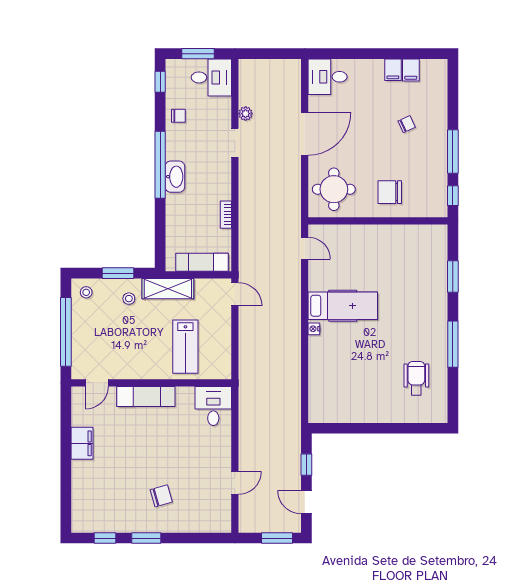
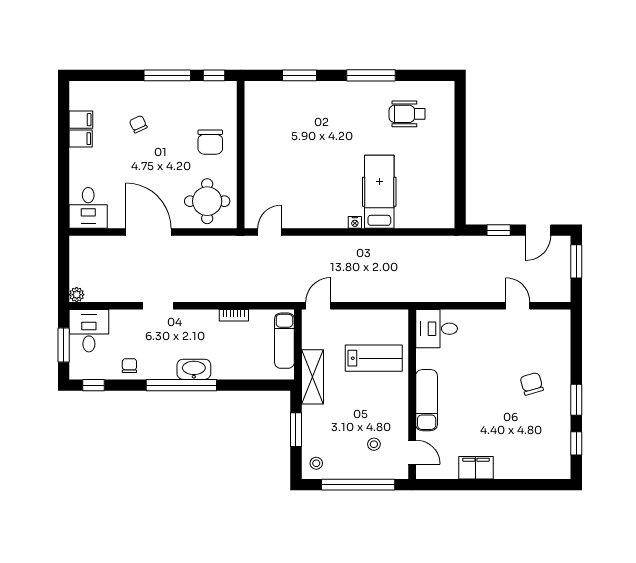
plant: (246, 114) -> (77, 295), moved
stool: (129, 299) -> (374, 444), moved
hospital bed: (343, 306) -> (379, 192), moved

